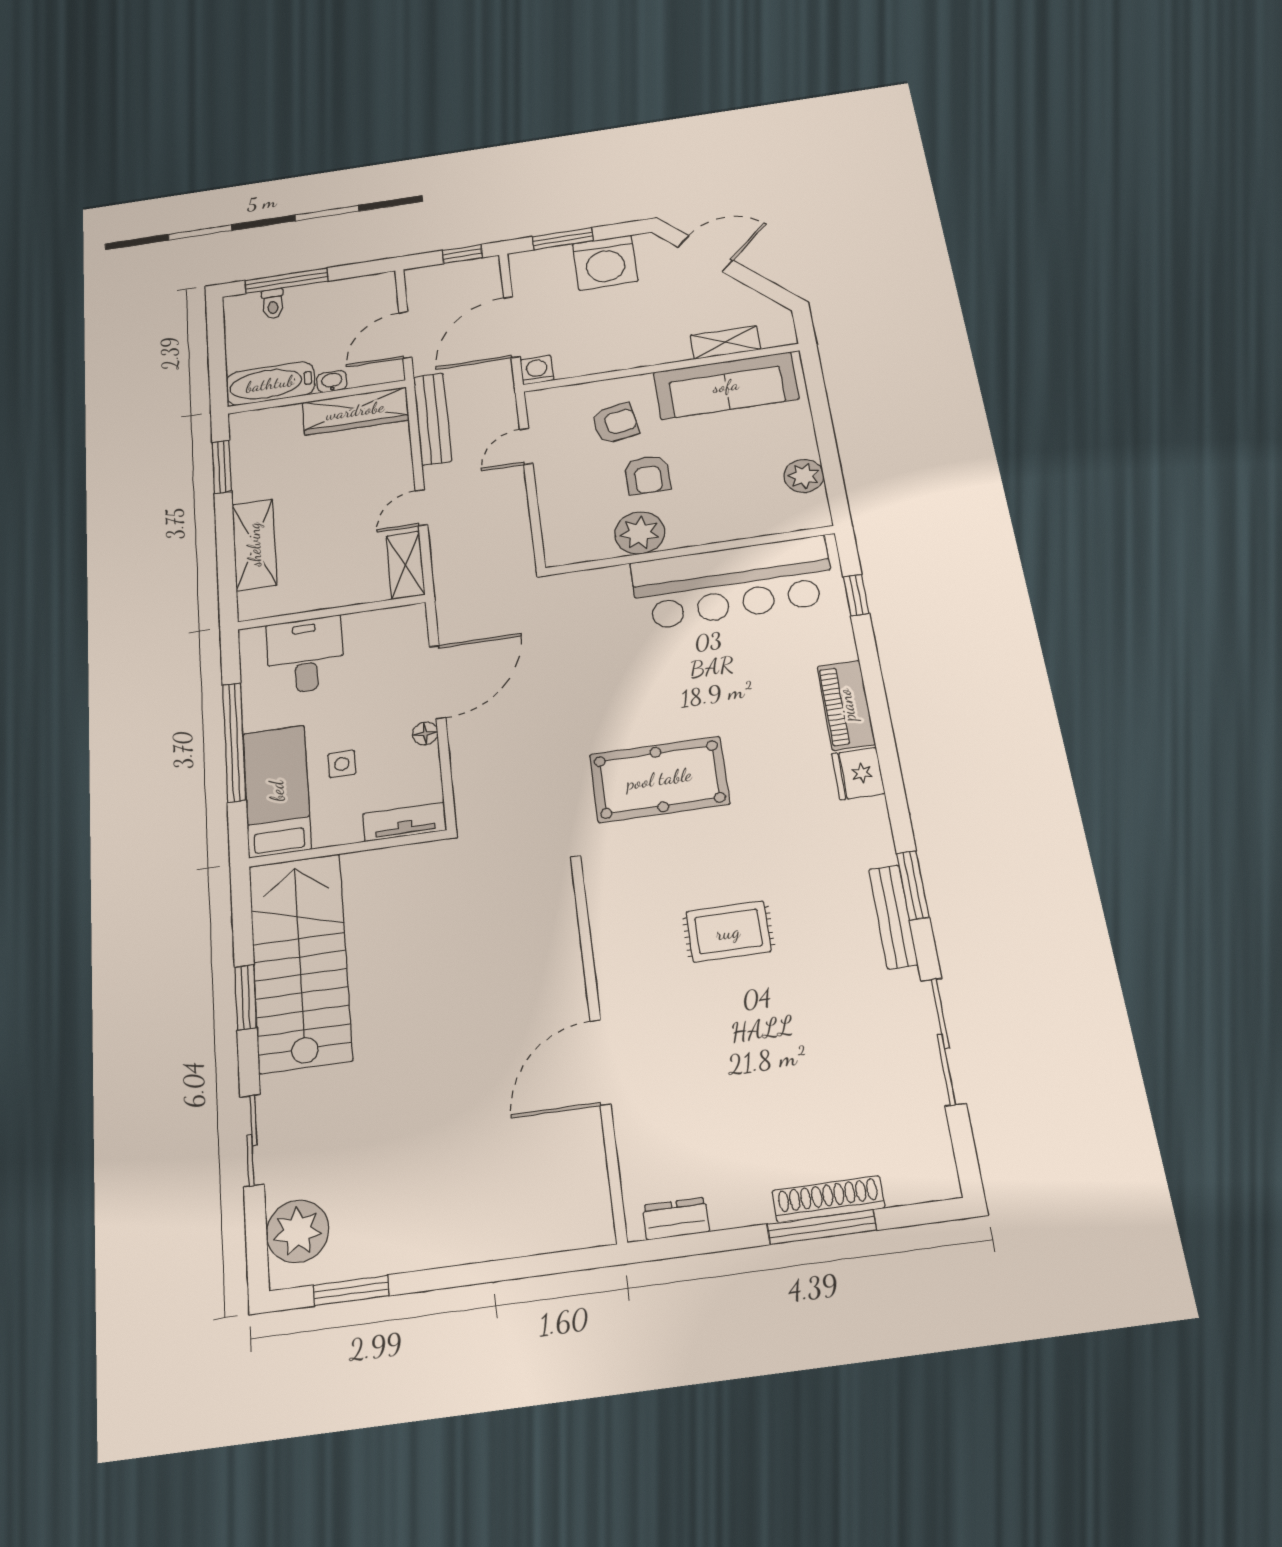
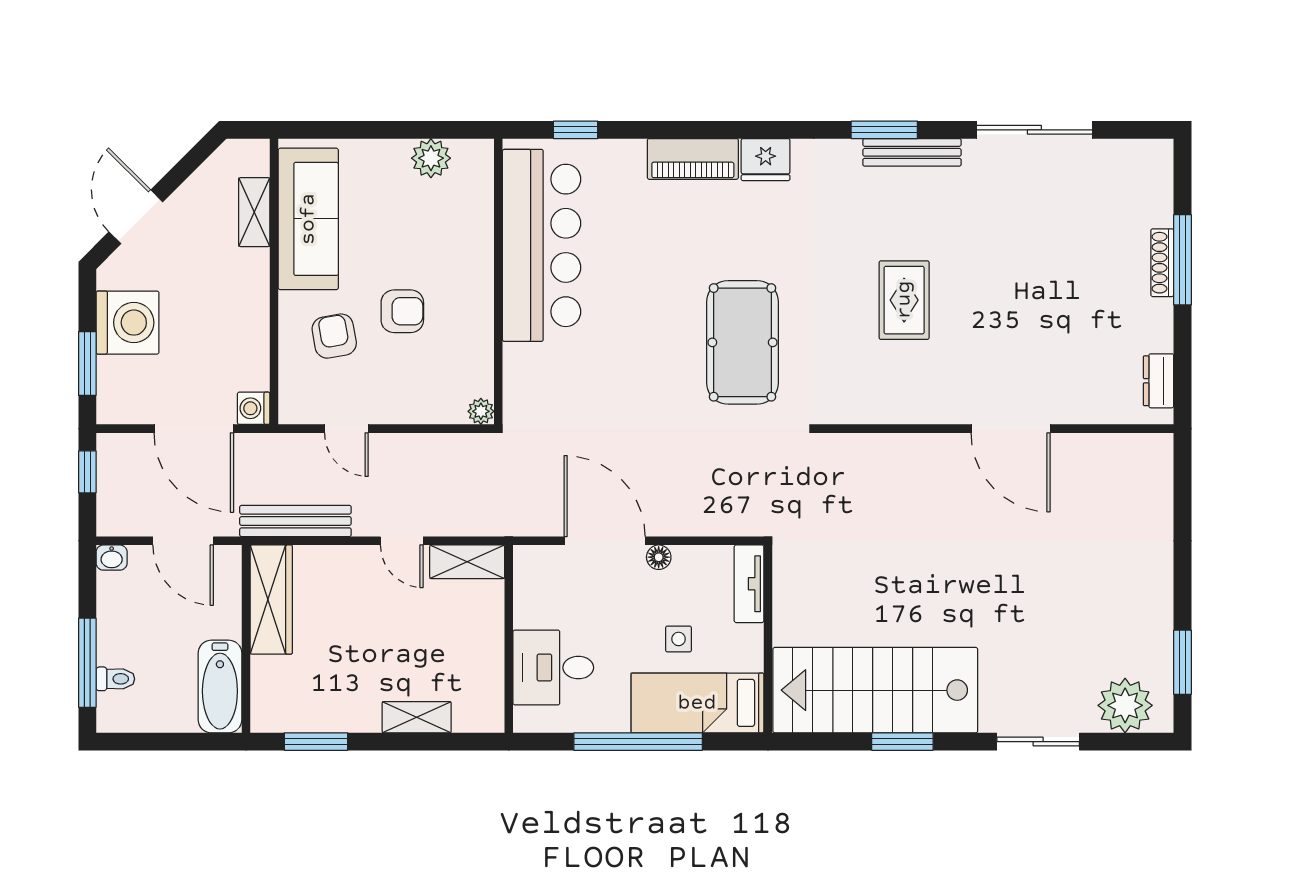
washbasin: (332, 382) -> (112, 558), moved, turned -90
plant: (640, 533) -> (481, 411), moved, width x0.53, depth x0.53
shelving: (254, 545) -> (417, 717), width x0.67, depth x0.75
shoe rack: (828, 1199) -> (1162, 263), width x0.74, depth x0.81

